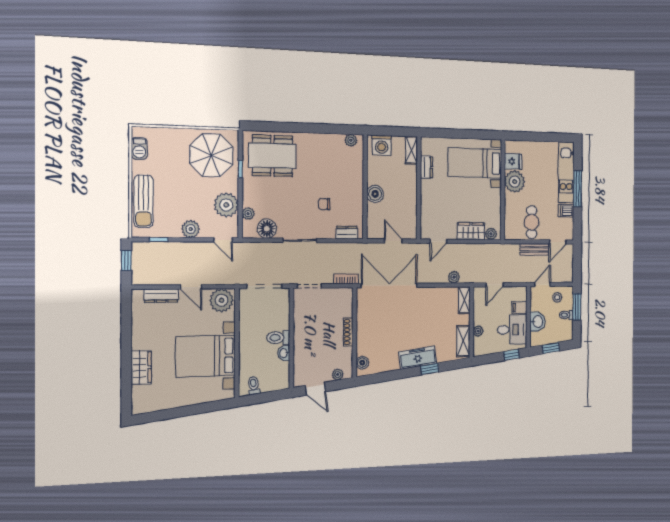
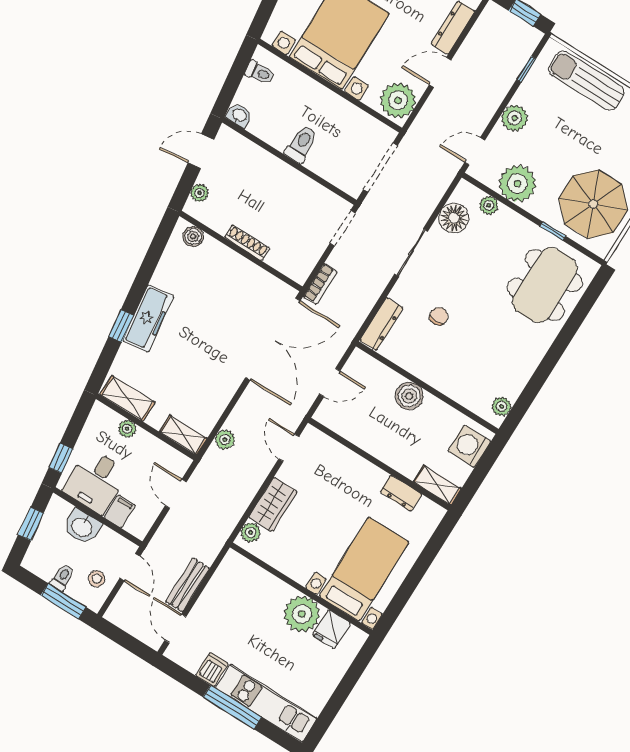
cafe table: (532, 222) -> (229, 605), removed
dresser: (347, 233) -> (381, 324), width x1.44
washbasin: (284, 353) -> (239, 115), moved

